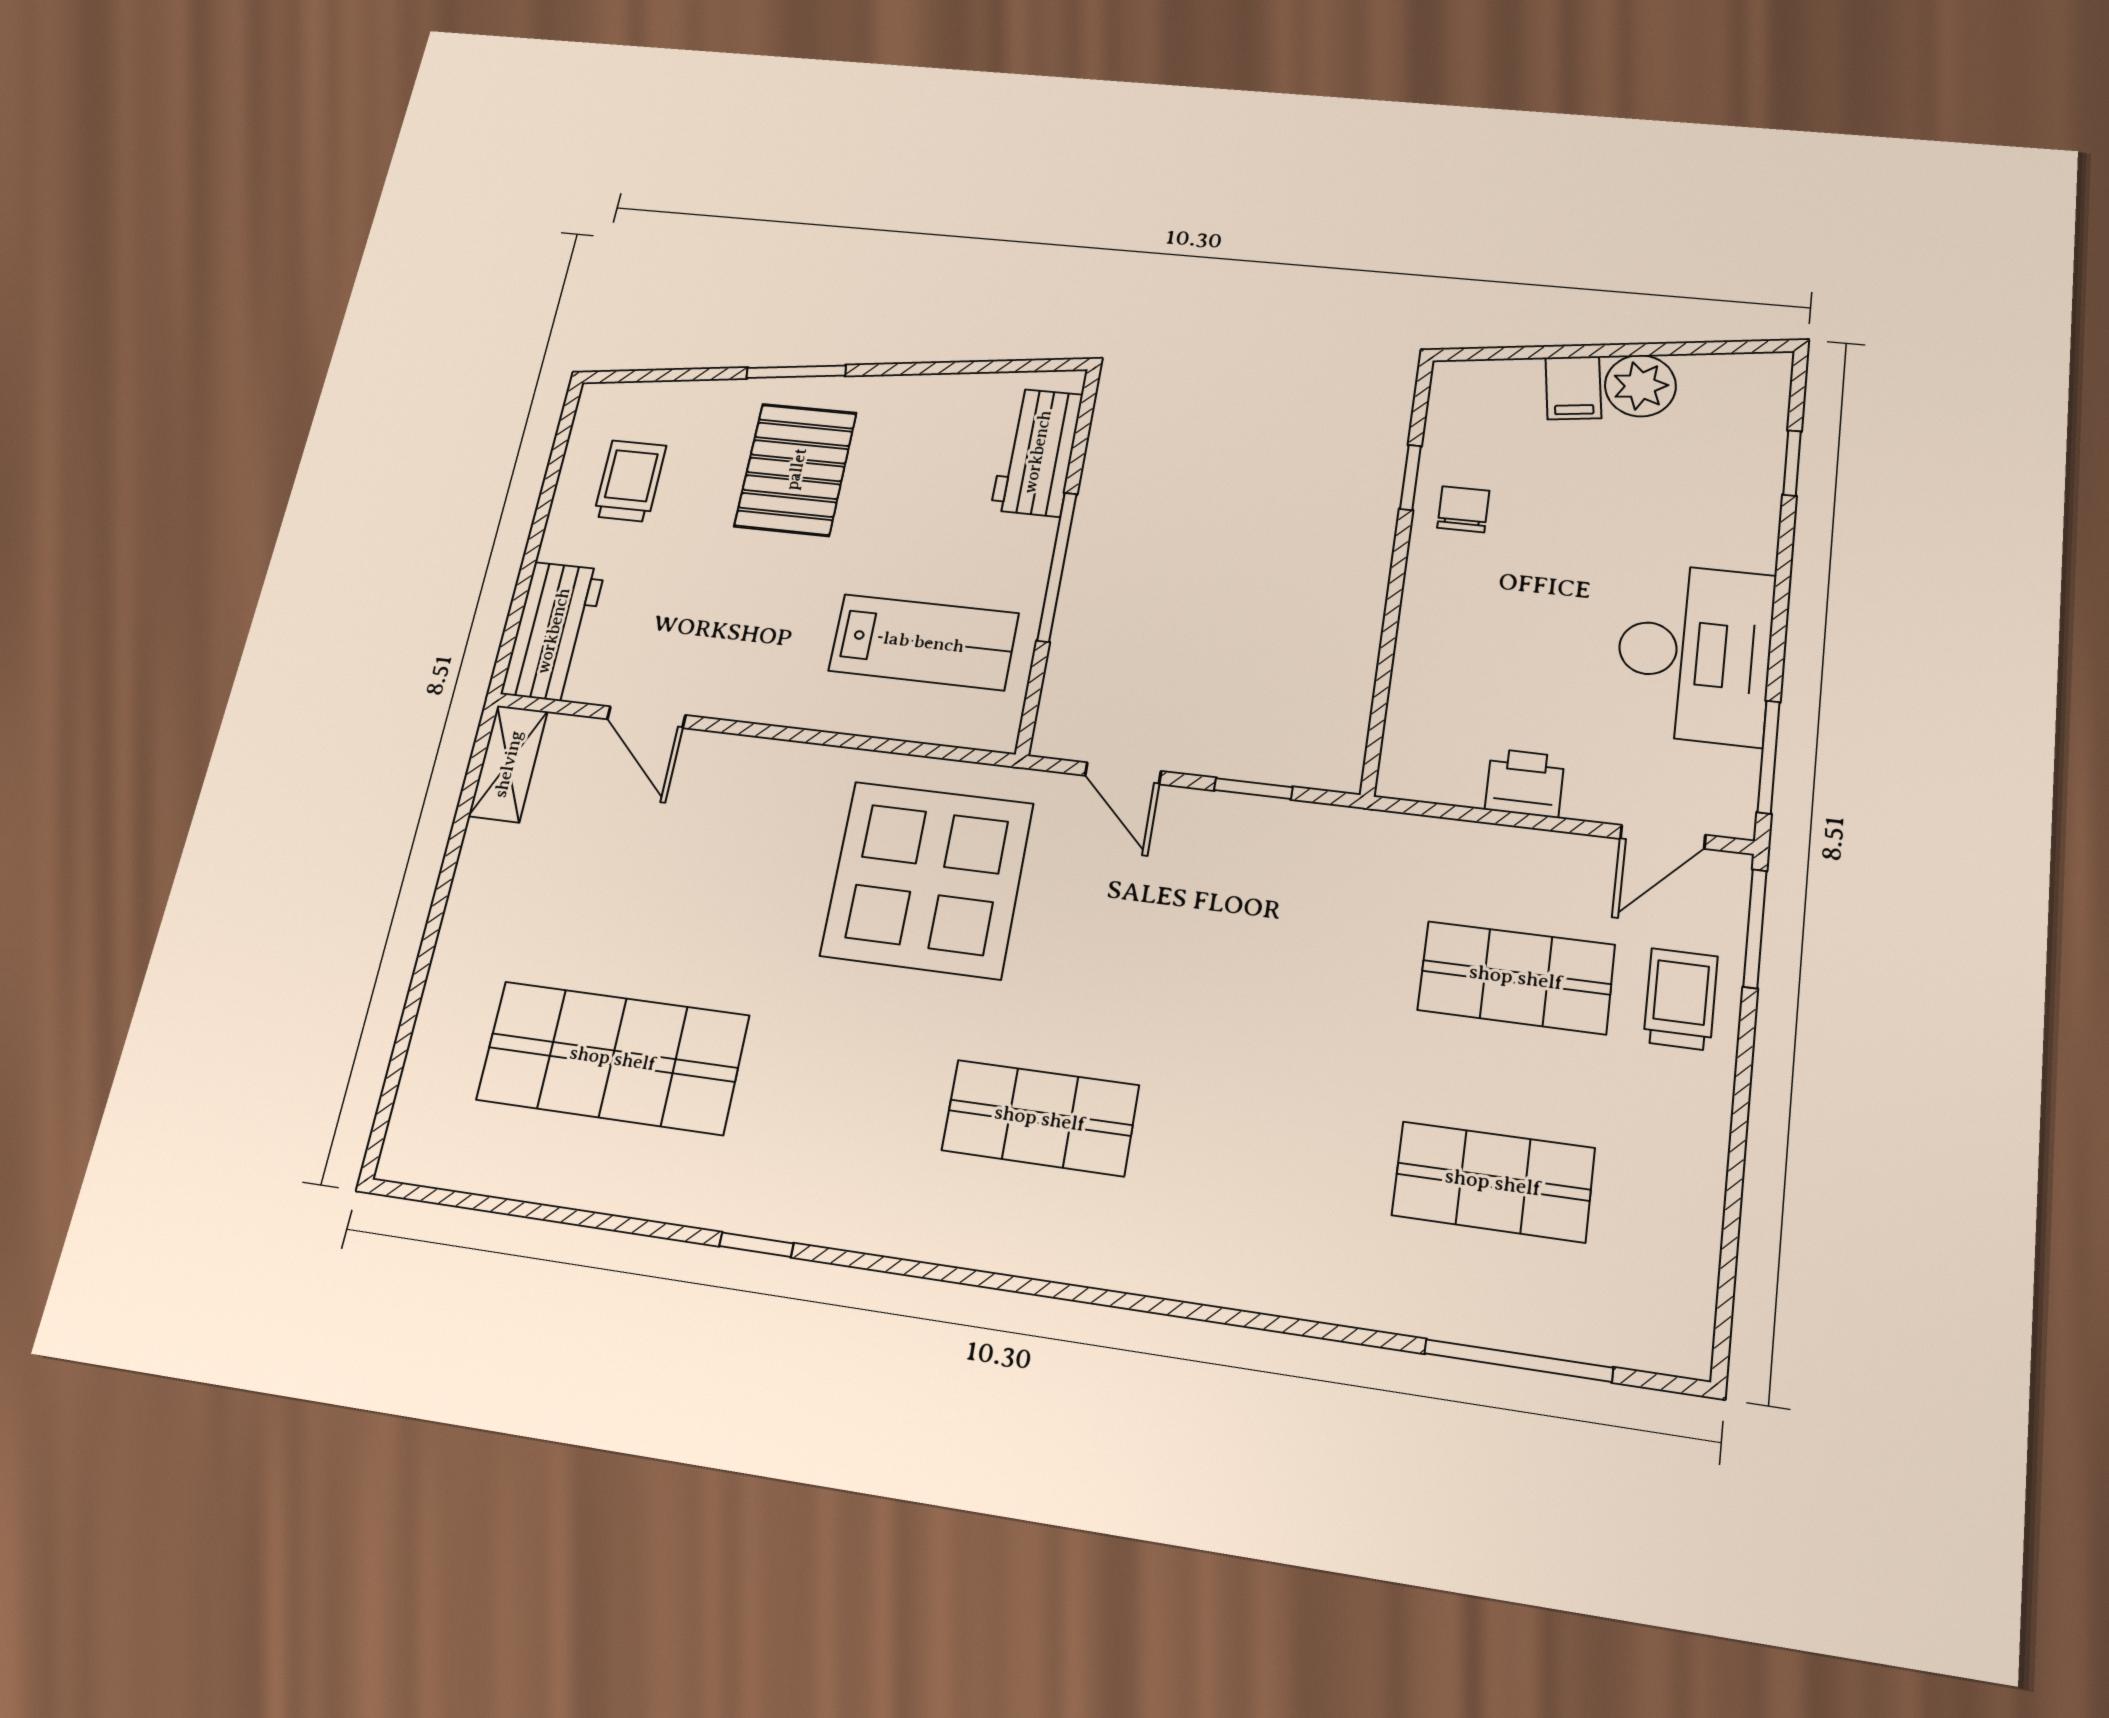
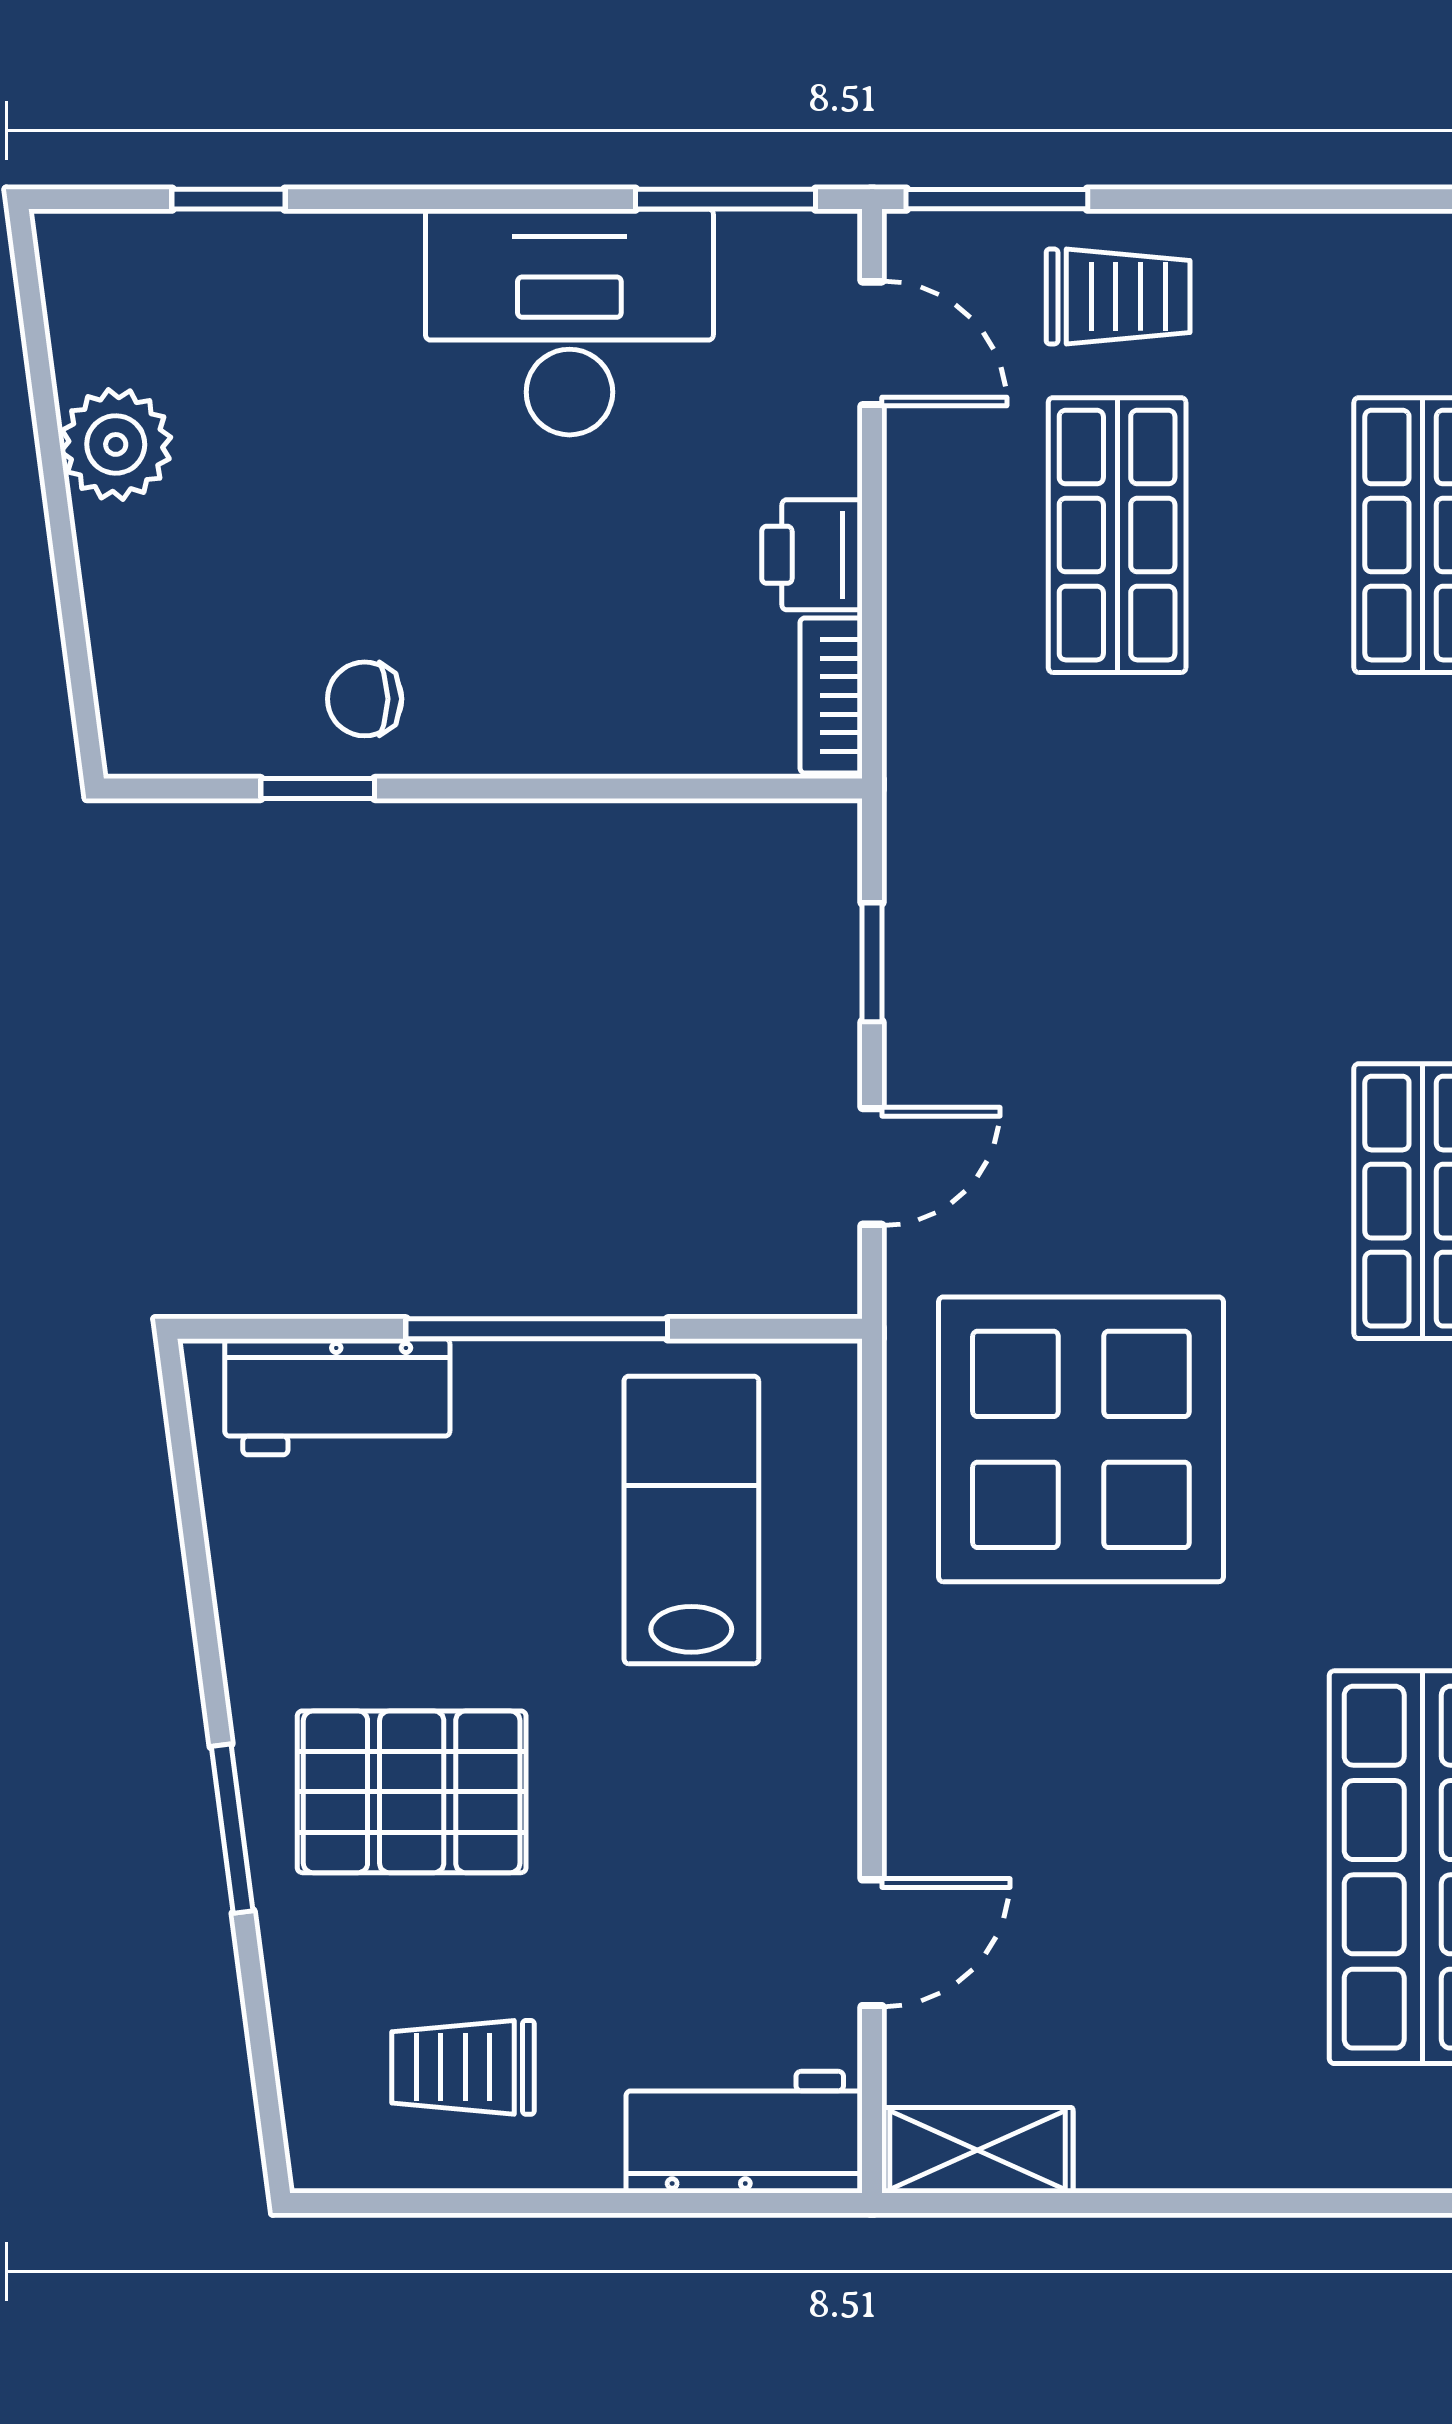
filing cabinet: (1573, 388) -> (130, 549), removed
bookcase: (1430, 784) -> (831, 695), added
trolley: (1681, 999) -> (1118, 296), turned 180

